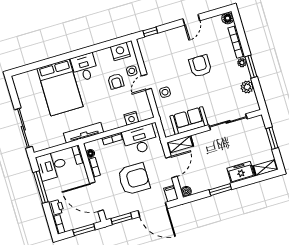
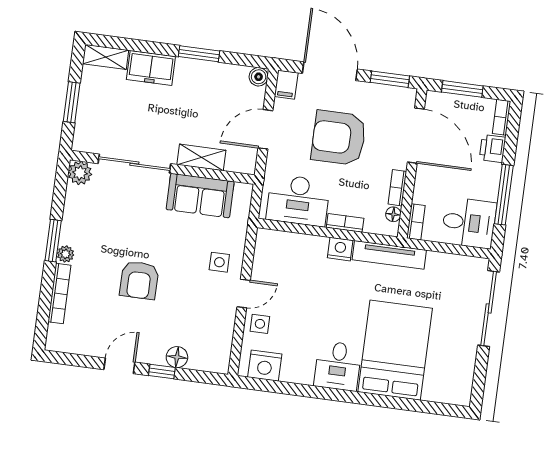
floor lamp: (228, 18) -> (177, 357), moved
window: (150, 32) -> (162, 372), moved
armchair: (116, 81) -> (295, 318), removed
plant: (247, 87) -> (80, 173), moved
nightstand: (131, 118) -> (340, 249), moved
shelving: (180, 144) -> (201, 157), moved

